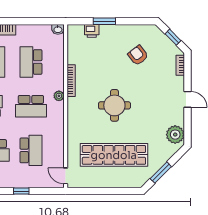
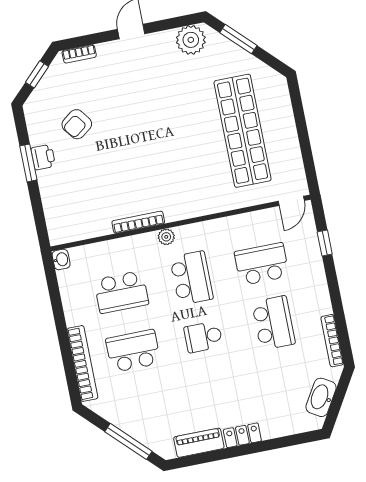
window: (104, 21) -> (28, 163), moved
printer: (92, 31) -> (43, 157), moved
round table: (114, 105) -> (164, 146), removed
window: (161, 173) -> (238, 39), moved
window: (21, 191) -> (325, 243), moved

